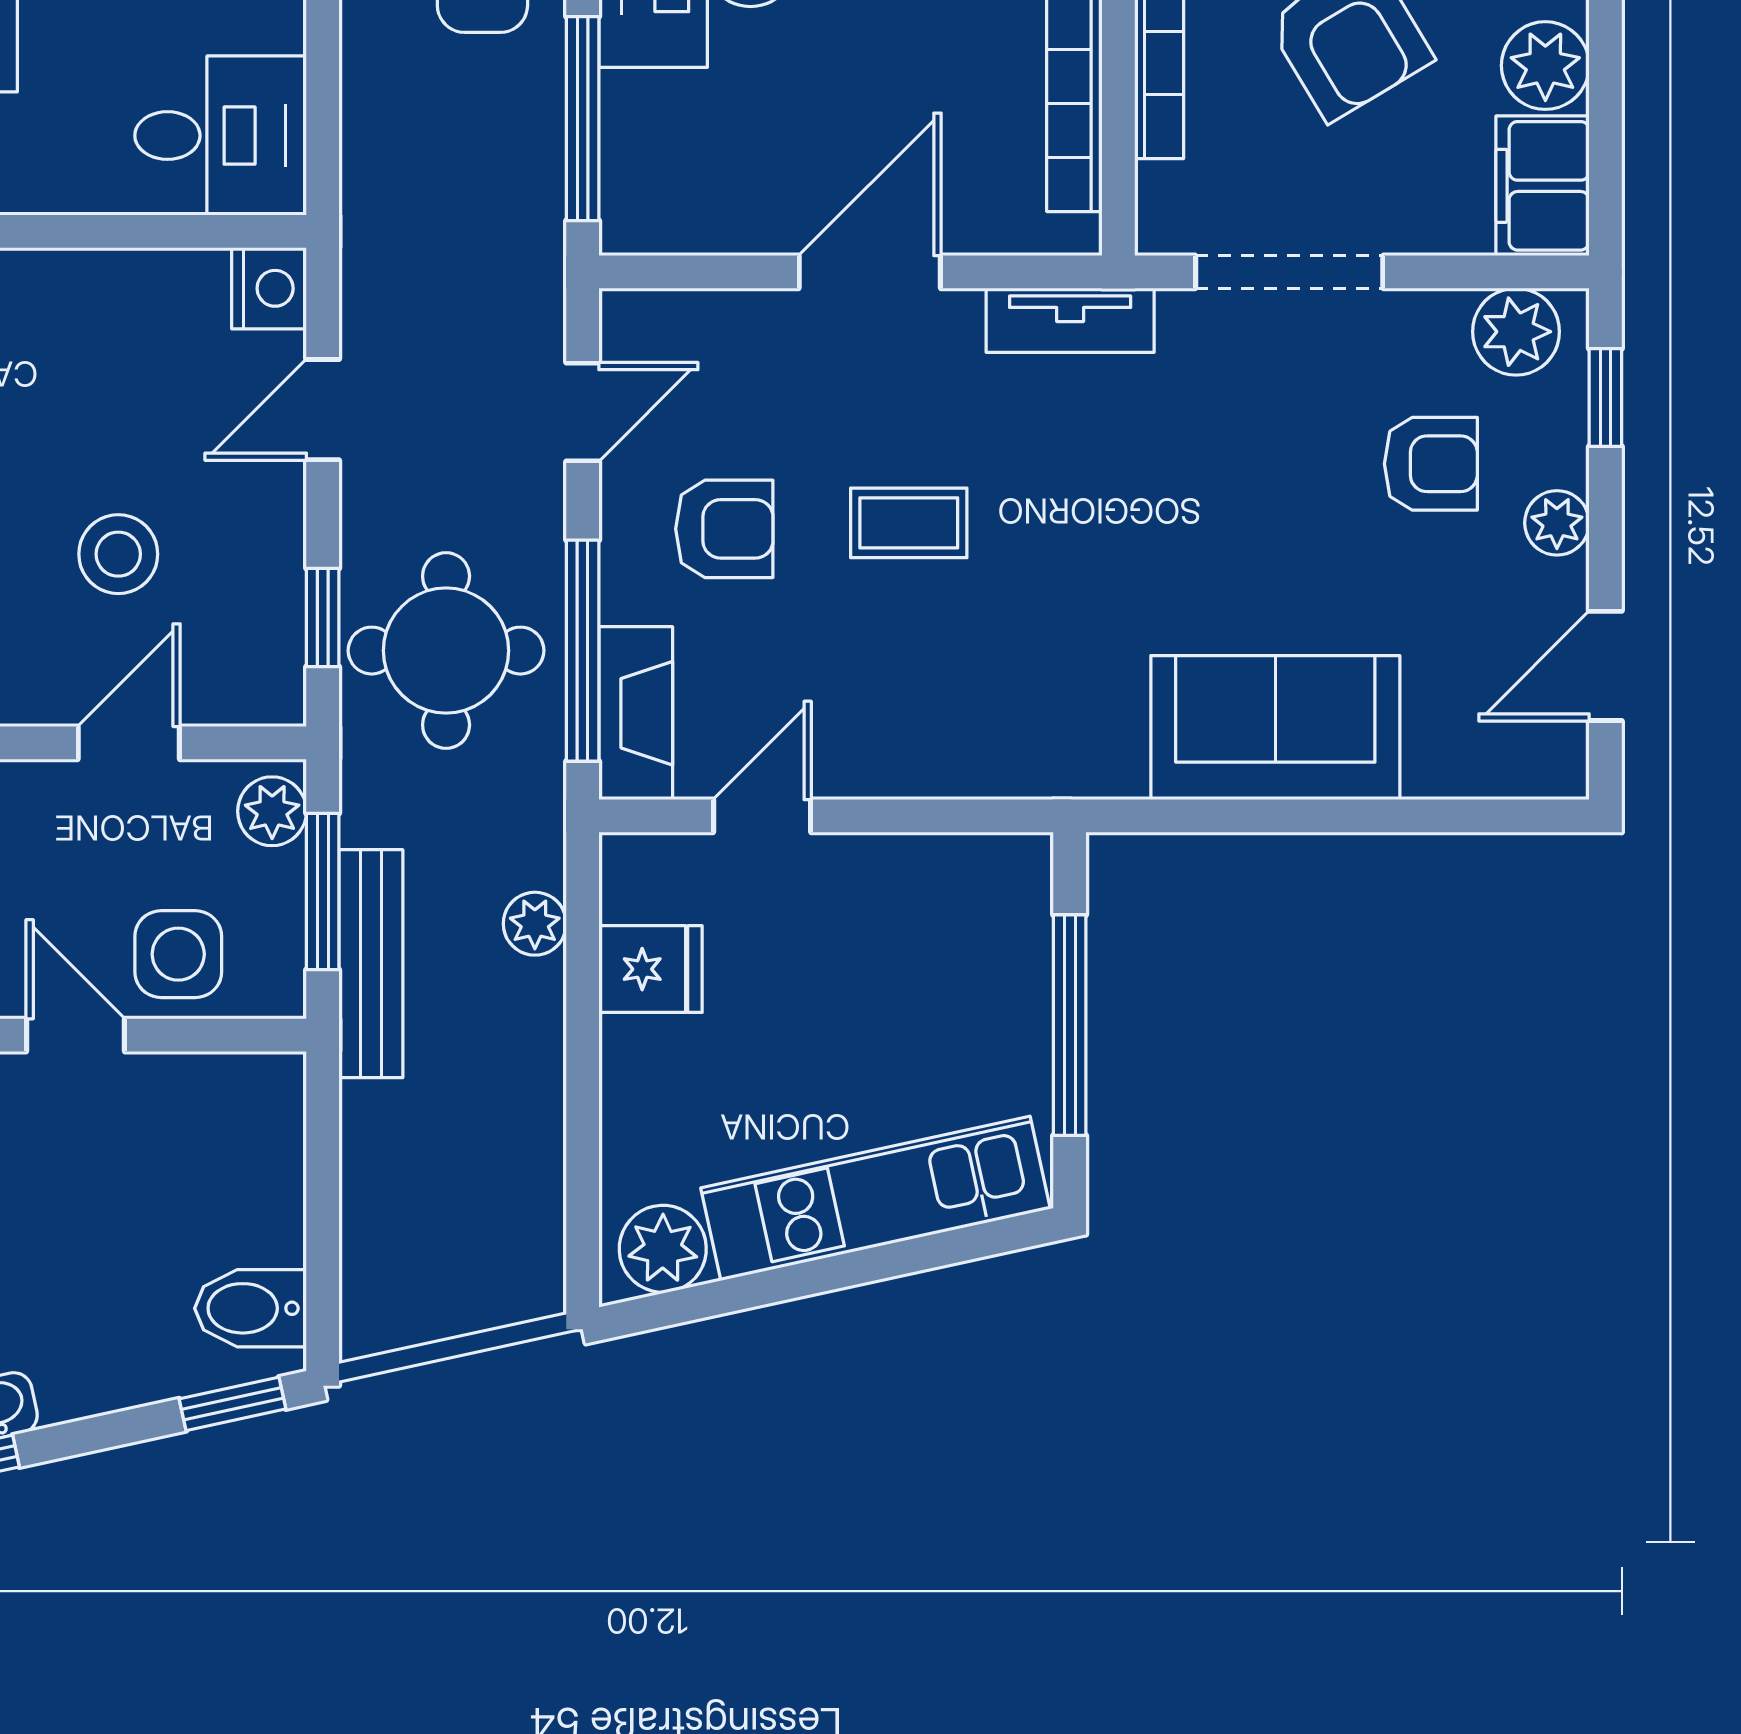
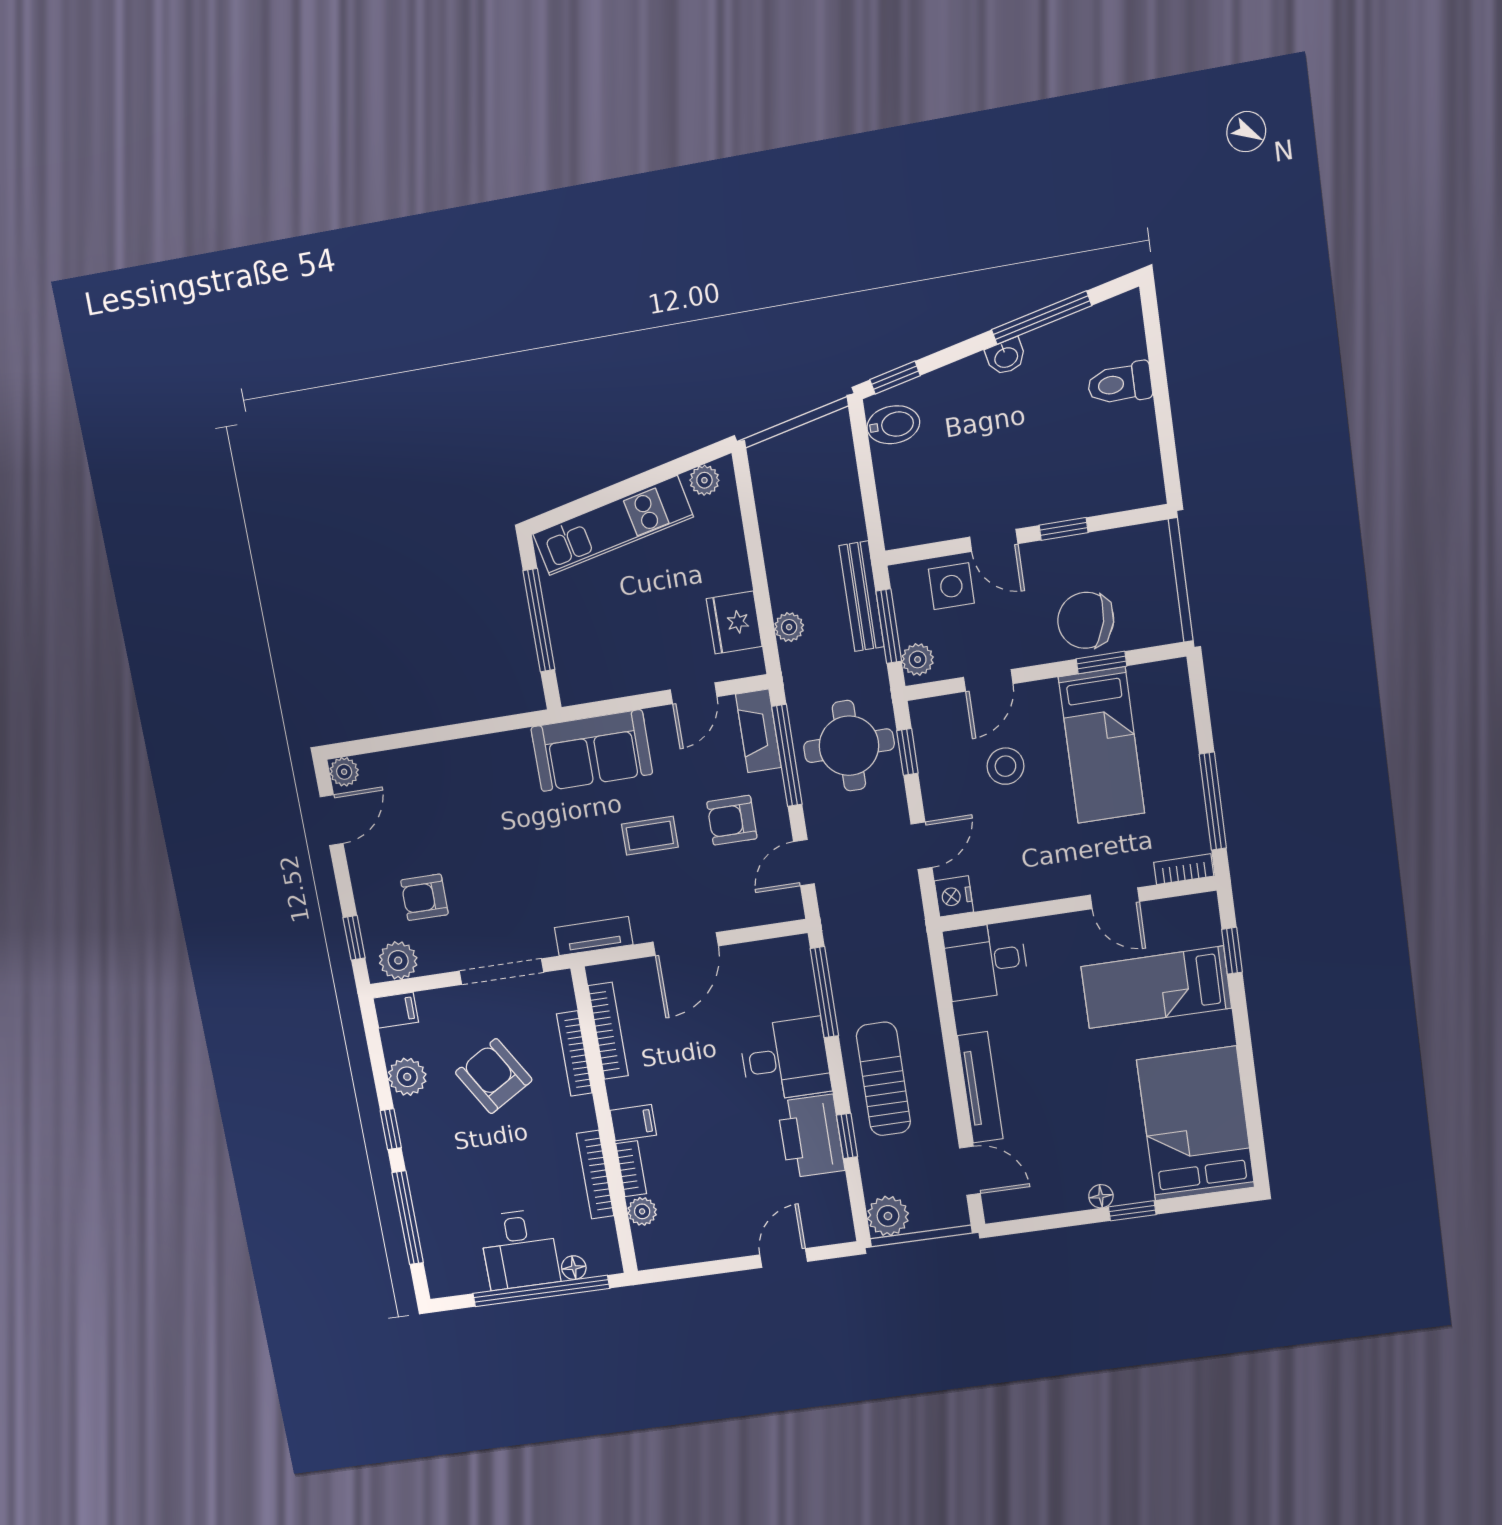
filing cabinet: (1543, 186) -> (396, 1010), width x0.50
plant: (1557, 523) -> (344, 772), moved
sofa: (1275, 728) -> (592, 751), moved
fridge: (650, 969) -> (734, 623), width x1.38
plant: (663, 1249) -> (704, 480), width x0.73, depth x0.73

